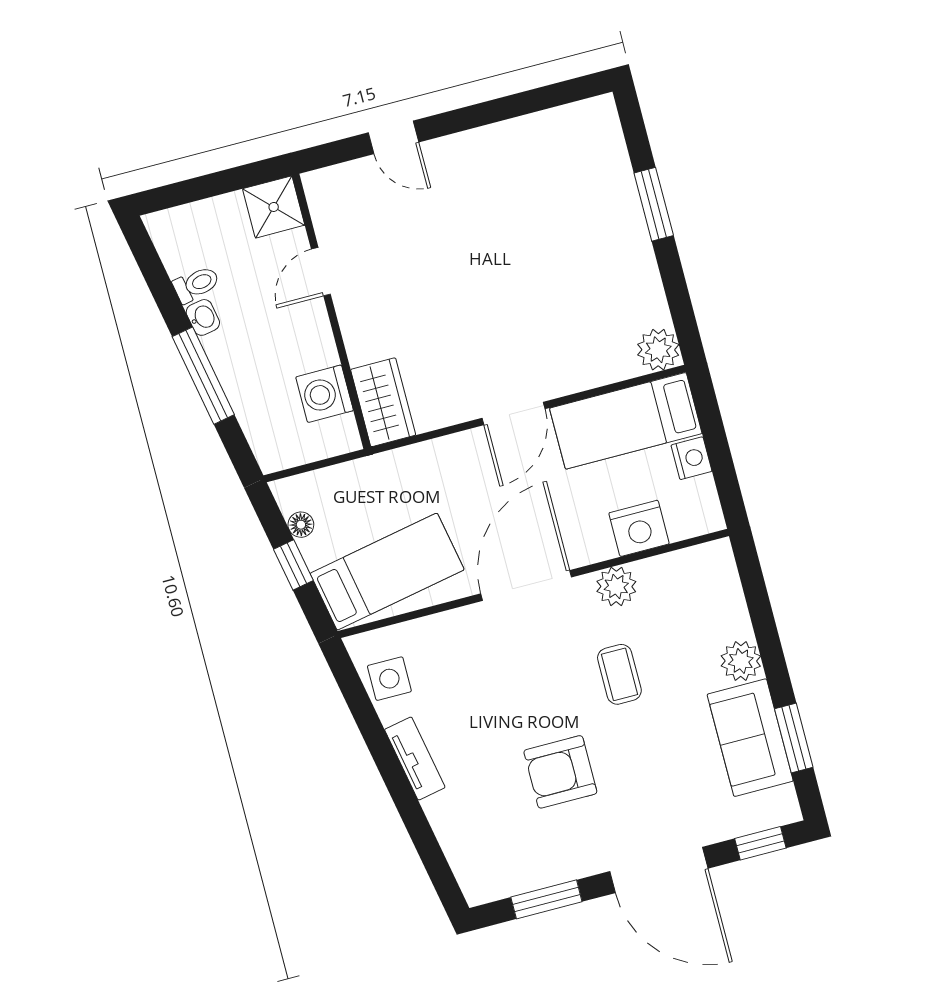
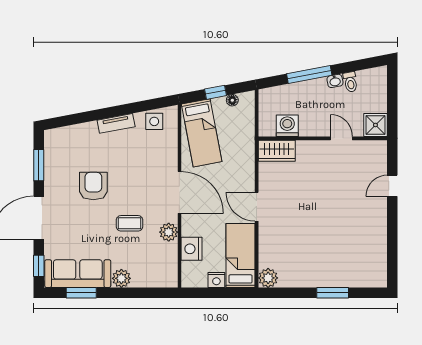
sofa: (750, 738) -> (78, 274), width x1.36

